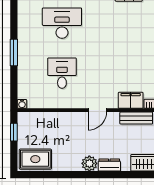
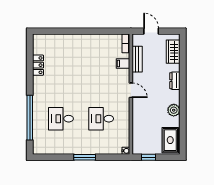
desk: (62, 23) -> (61, 119), width x0.73
filing cabinet: (131, 100) -> (123, 64), width x0.50
plant: (89, 163) -> (174, 110), moved

